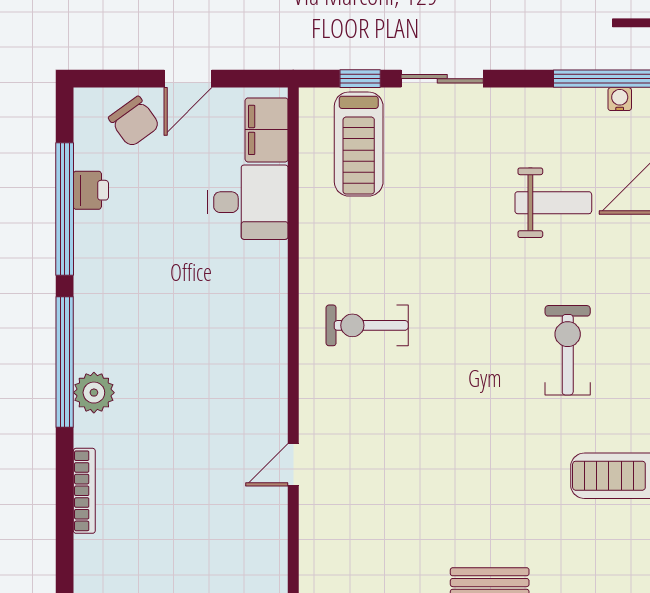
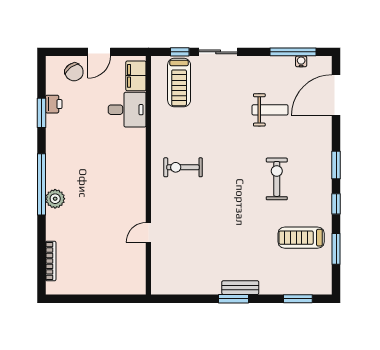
window: (65, 209) -> (41, 113), width x0.47
bookcase: (84, 491) -> (51, 261), moved

